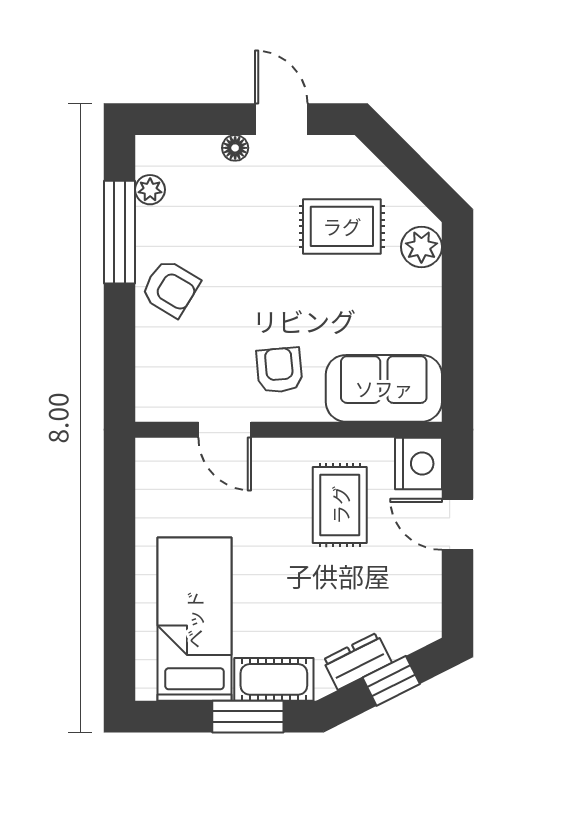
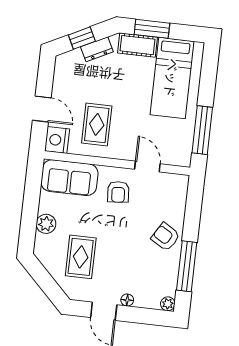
plant: (150, 190) -> (168, 304), moved
rug: (342, 226) -> (81, 257), turned 90
plant: (421, 247) -> (46, 224), moved
window: (120, 518) -> (202, 130), added

